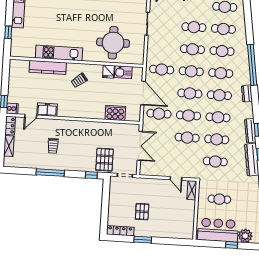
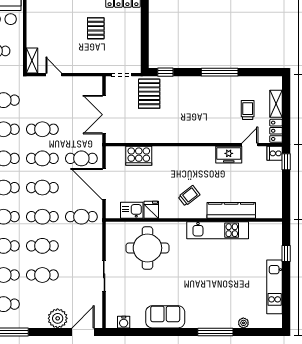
trolley: (53, 146) -> (248, 110), moved

